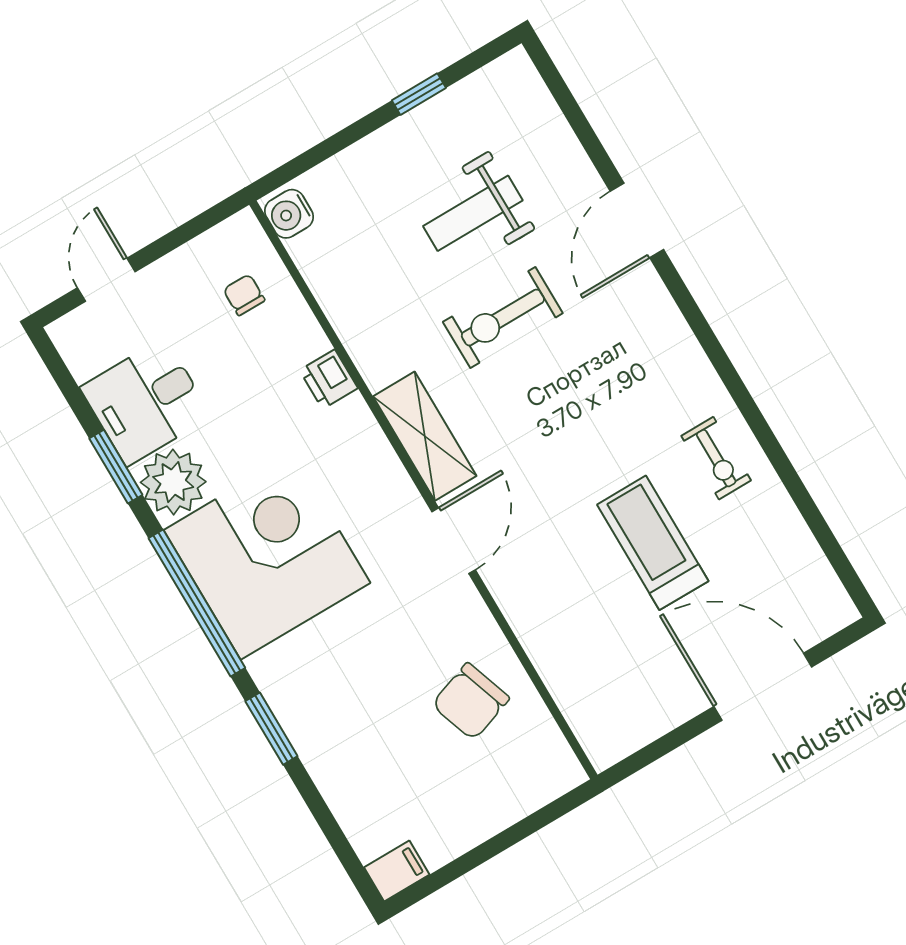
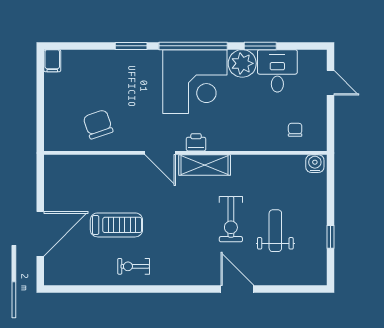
chair: (244, 295) -> (295, 130), turned -90
exercise bike: (503, 317) -> (231, 219), turned 180
printer: (329, 379) -> (196, 142), moved

